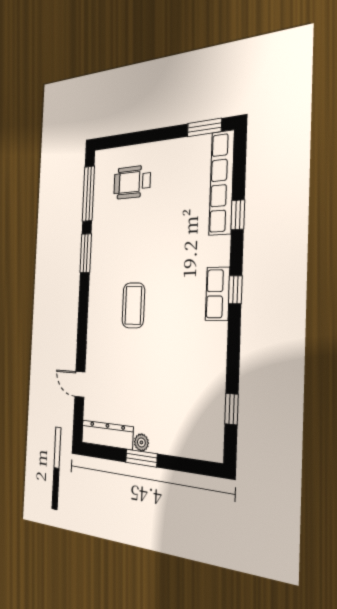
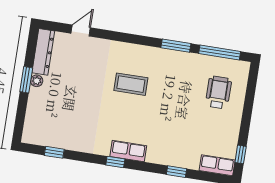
window: (204, 127) -> (241, 154), width x0.67
row of seats: (222, 183) -> (217, 165), width x0.50
window: (235, 290) -> (115, 162), moved

